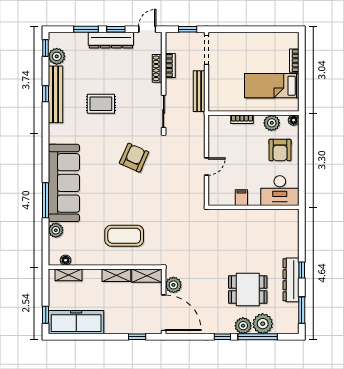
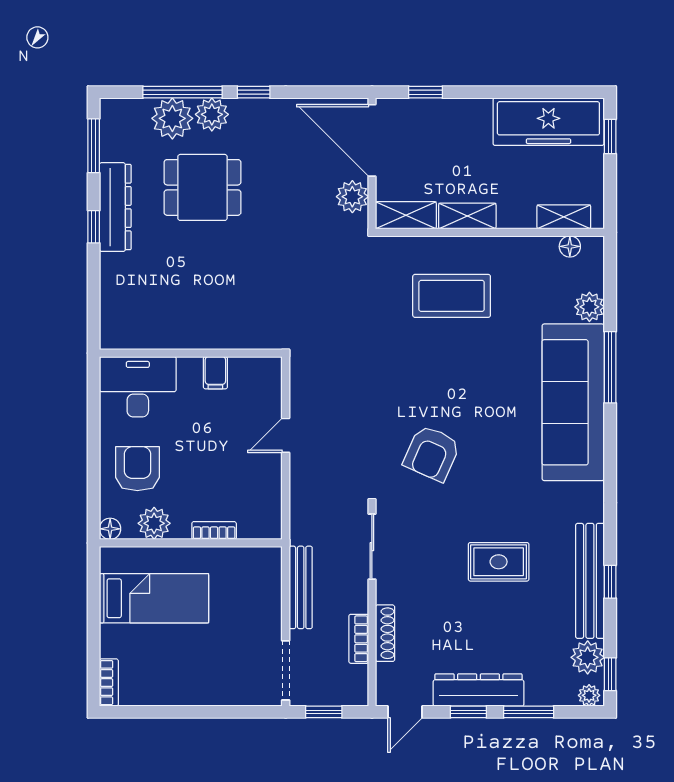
plant: (56, 38) -> (589, 695), added
bookcase: (294, 61) -> (109, 683), moved

